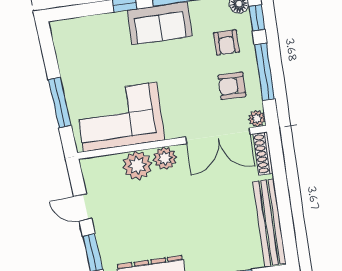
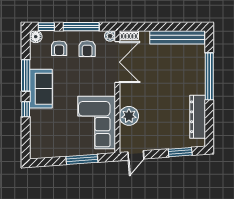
armchair: (226, 42) -> (59, 48), turned 90
shoe rack: (263, 154) -> (129, 35), width x0.70
plant: (165, 158) -> (127, 98), removed
door: (83, 208) -> (136, 155), moved

